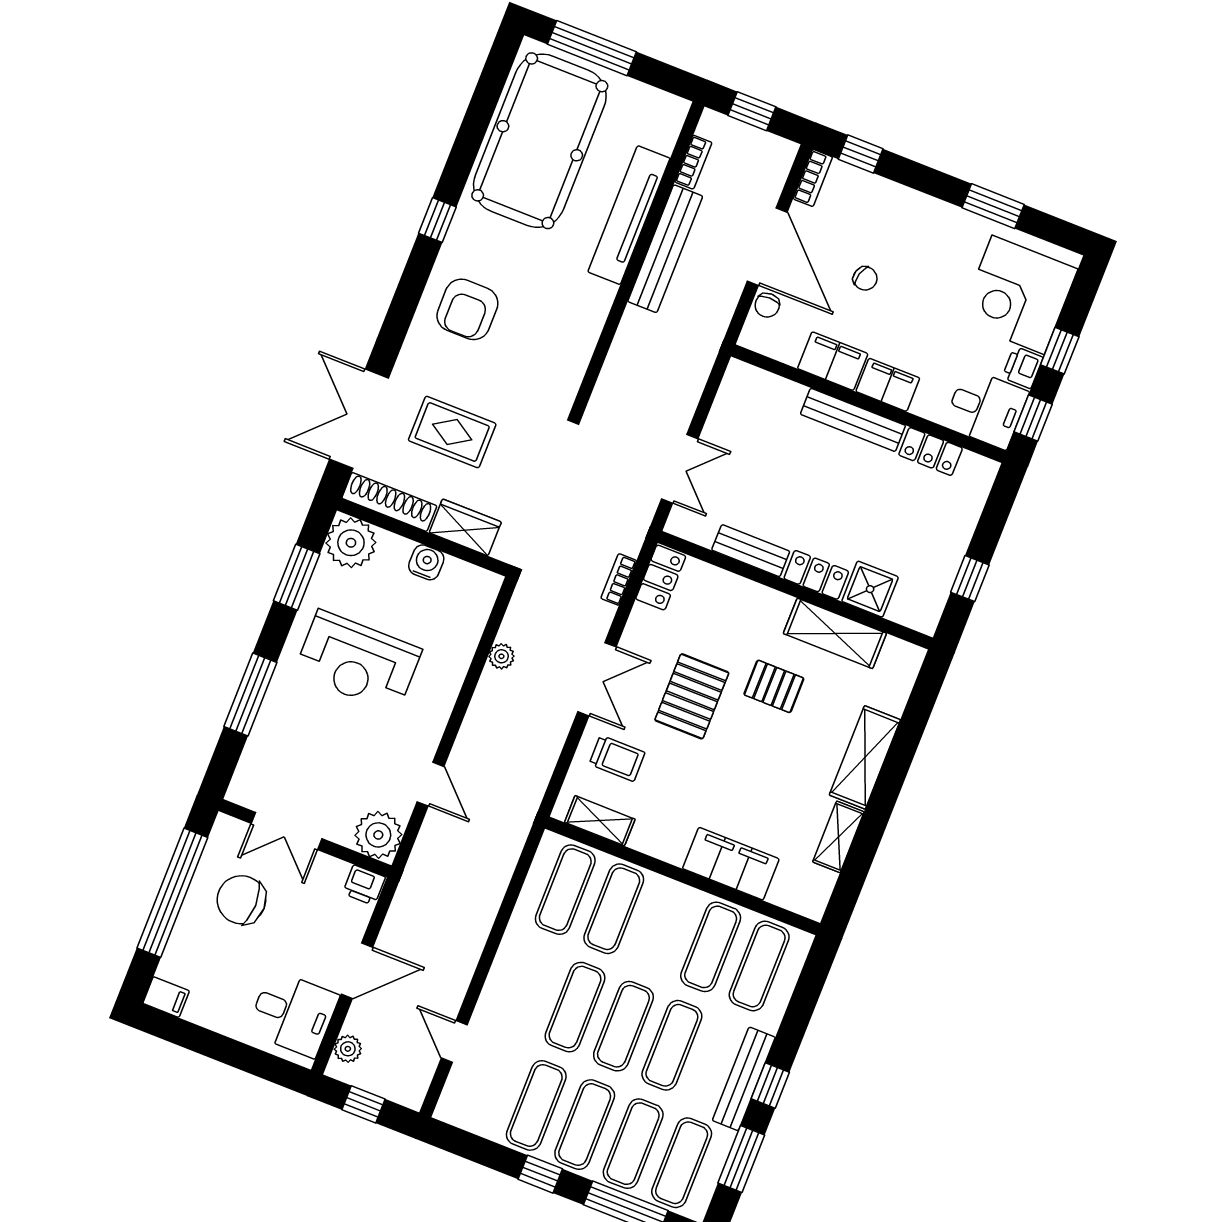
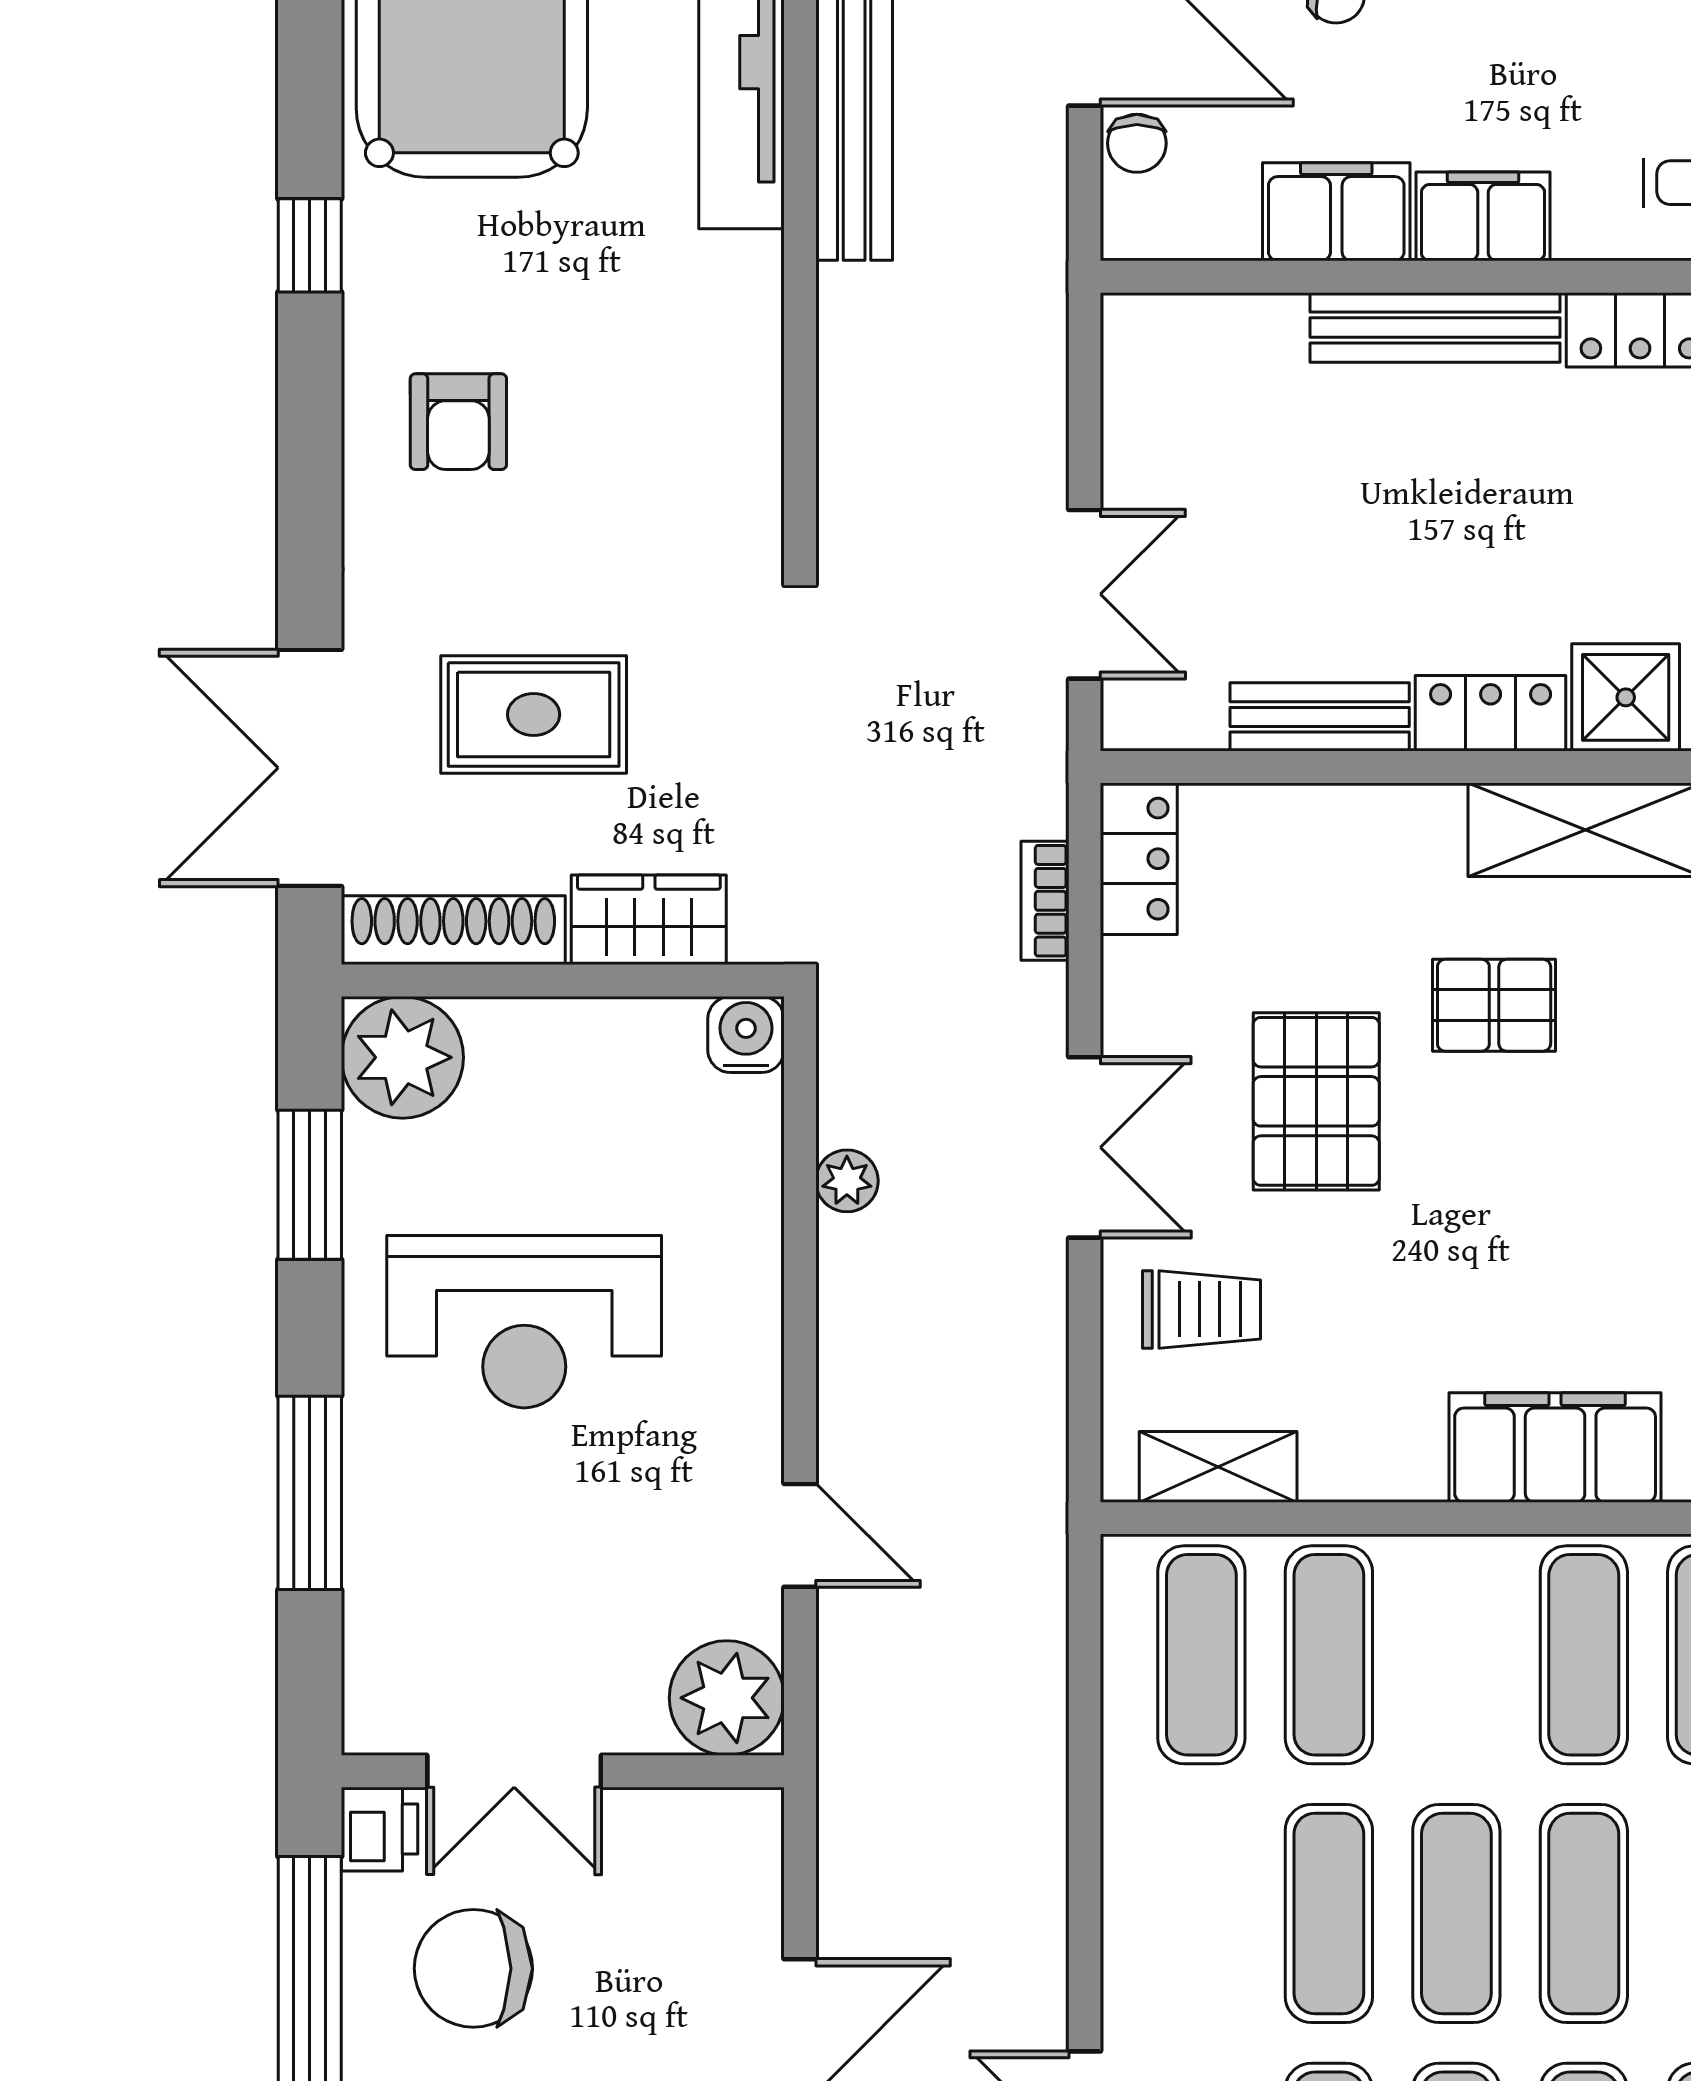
armchair: (467, 309) -> (458, 422), width x0.72, depth x0.72
water cooler: (426, 562) -> (746, 1034), moved
printer: (364, 885) -> (380, 1829), moved, turned -90

